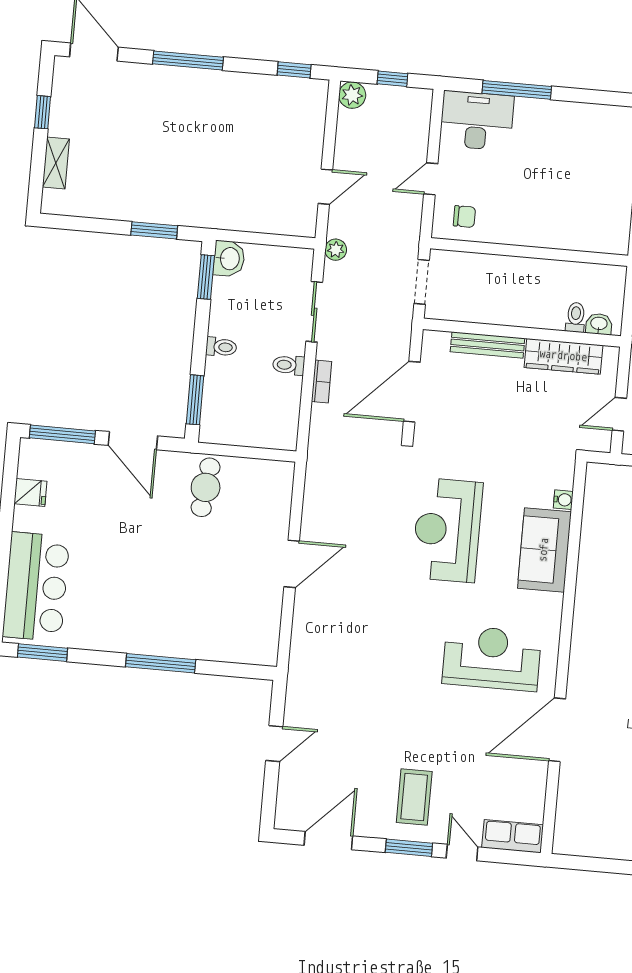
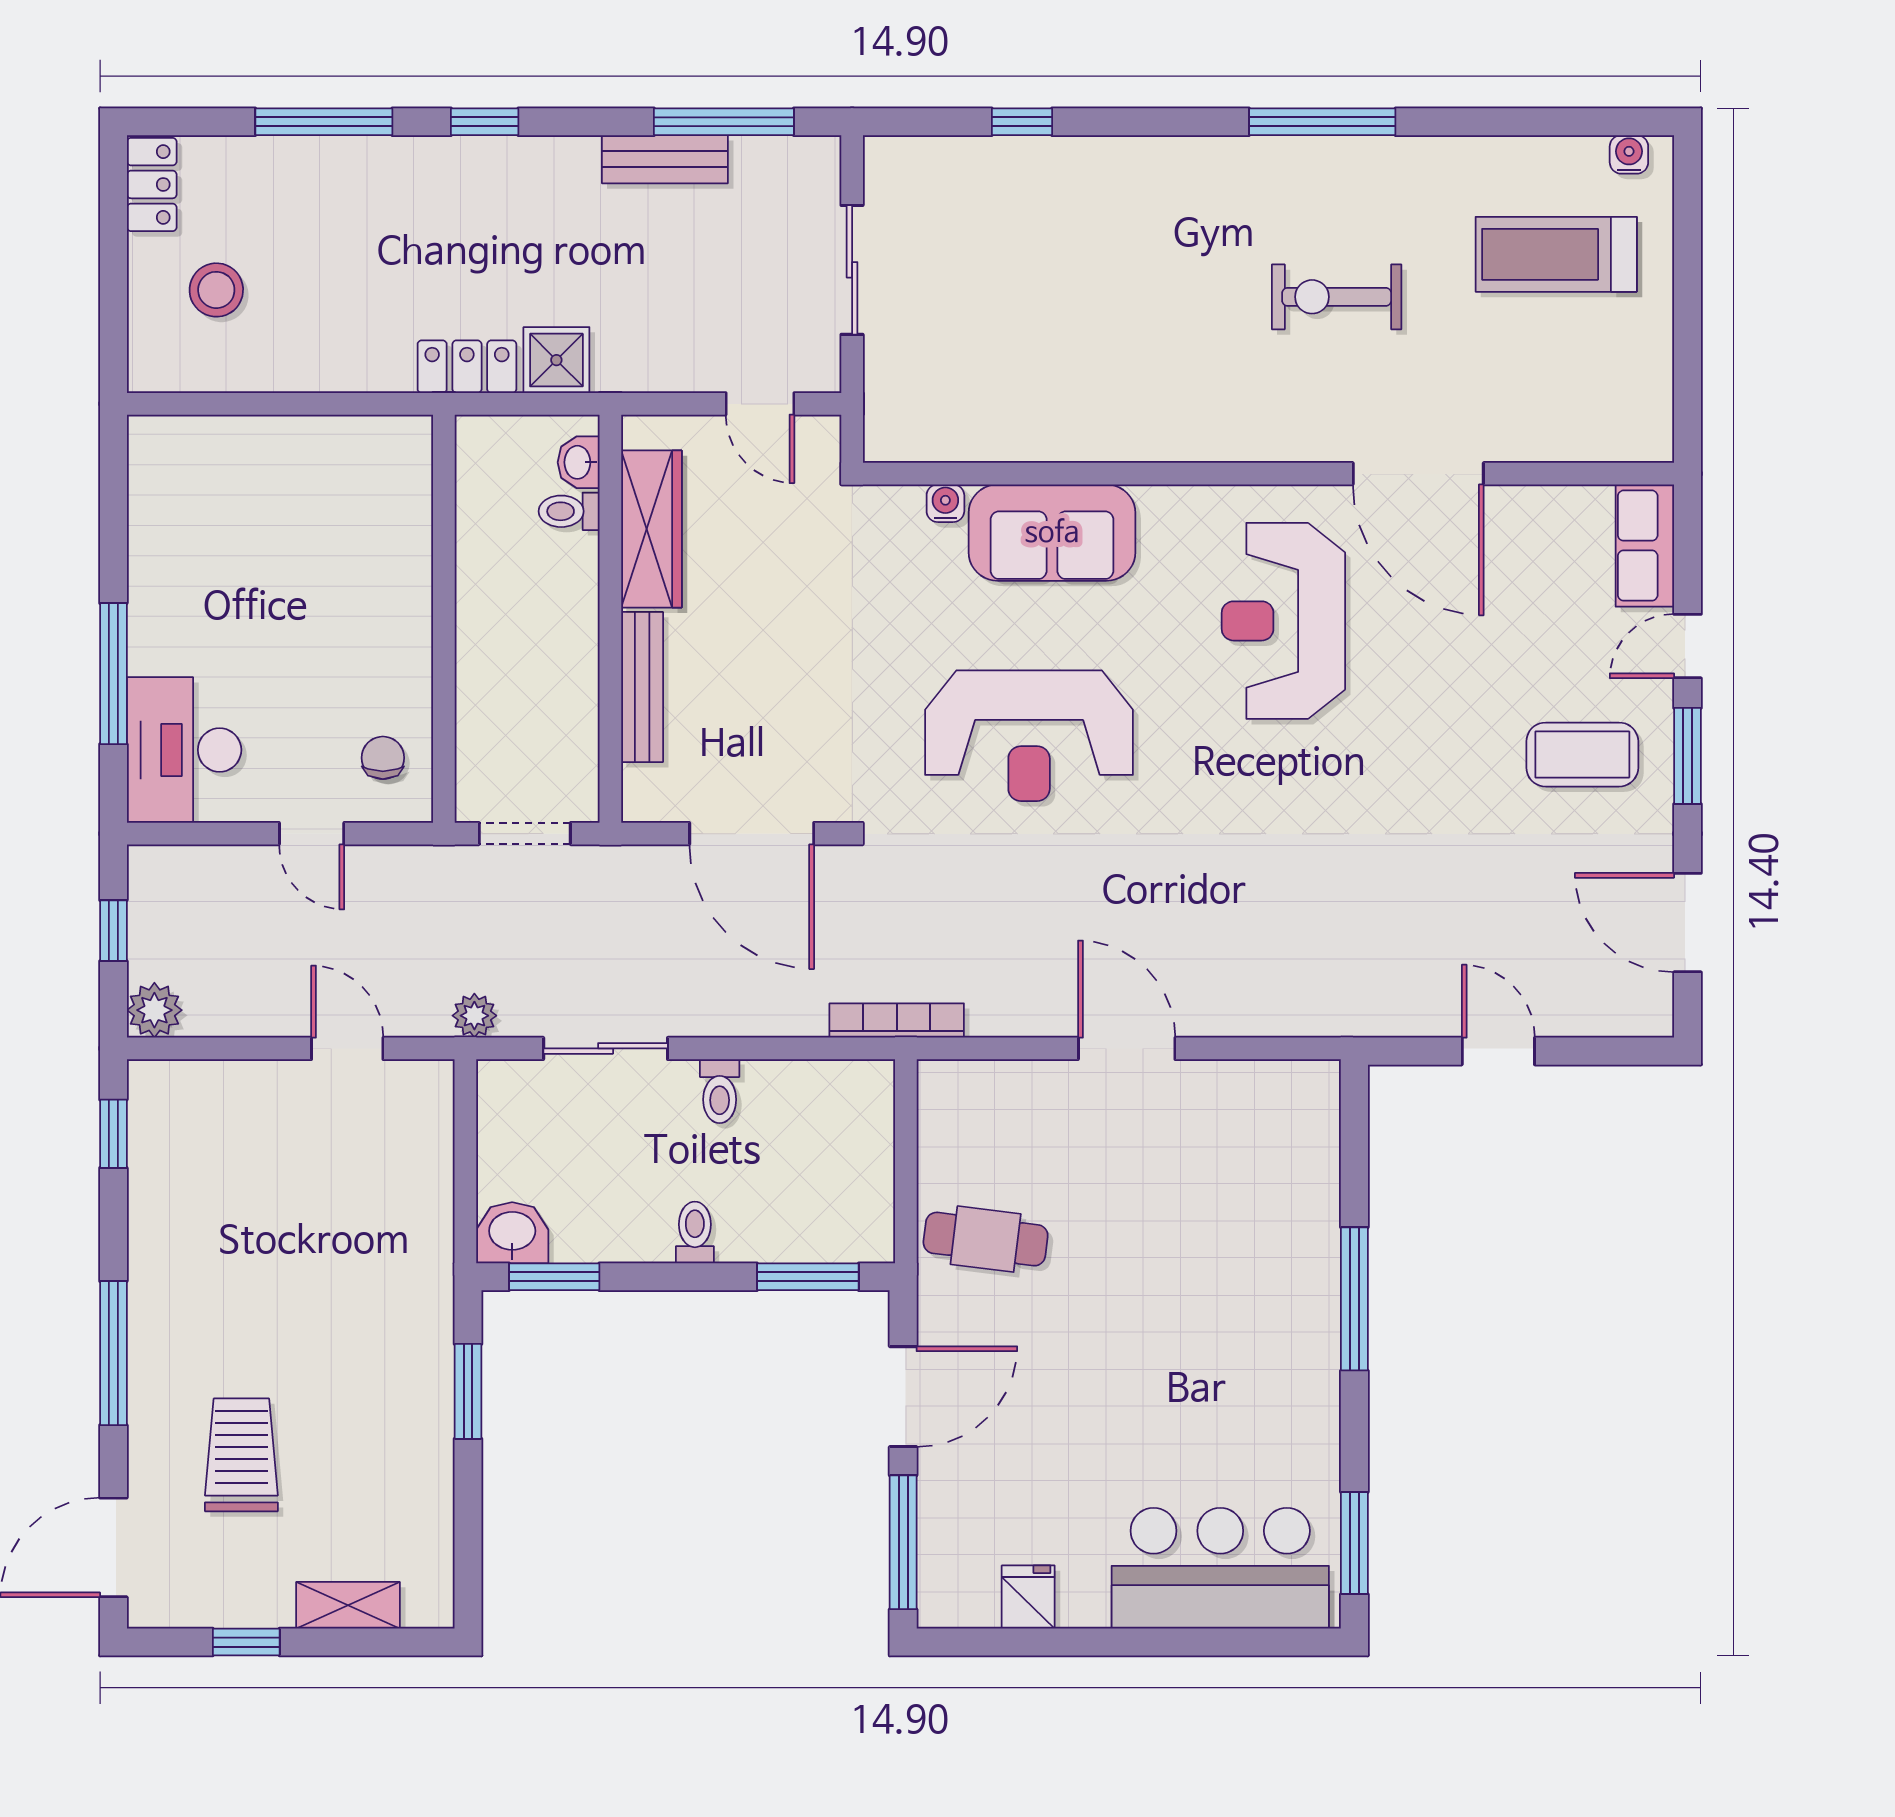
trolley: (133, 118) -> (241, 1455), added
bookcase: (322, 382) -> (897, 1020), moved, width x1.56

